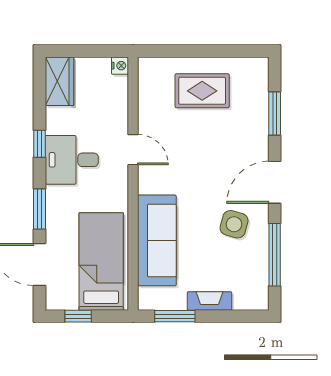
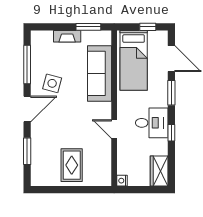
rug: (202, 91) -> (72, 165), turned 90

